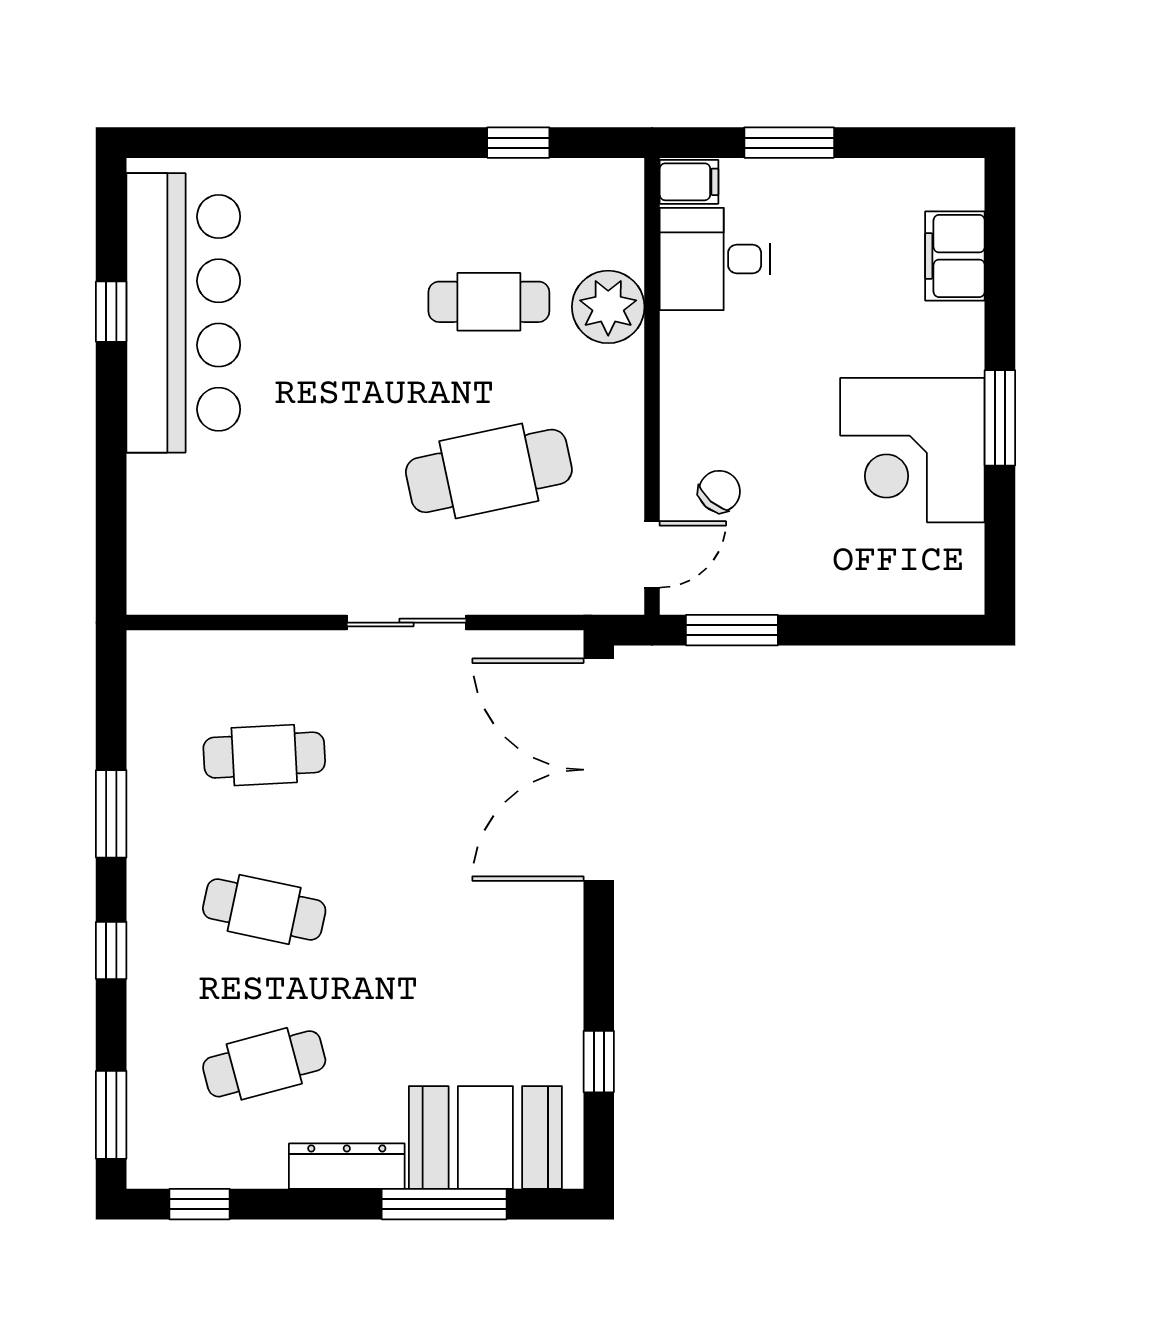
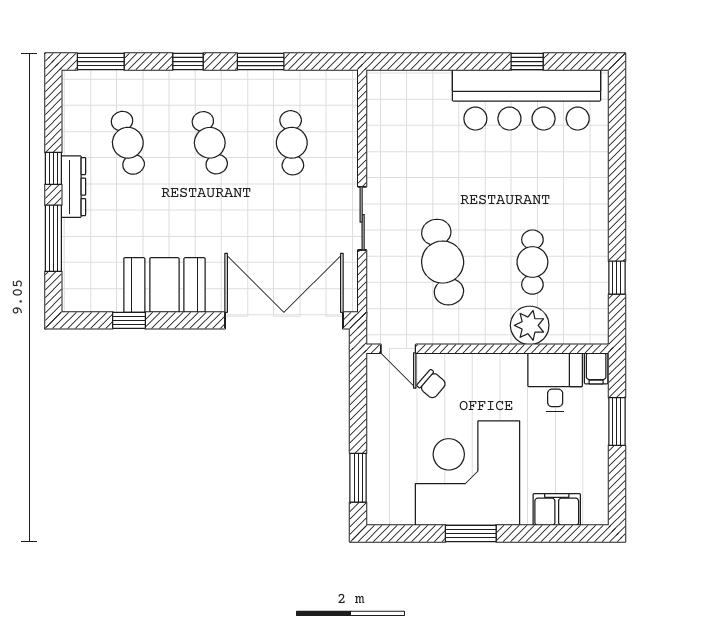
corner desk: (912, 450) -> (468, 473), width x1.36, depth x1.36
window: (732, 630) -> (358, 478), moved
cafe table: (264, 909) -> (210, 143), turned -30
booth: (485, 1137) -> (164, 285), moved, turned 90
window: (200, 1204) -> (53, 168), moved

